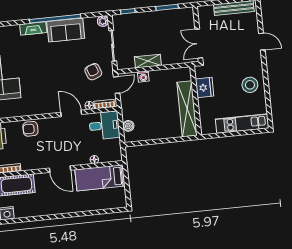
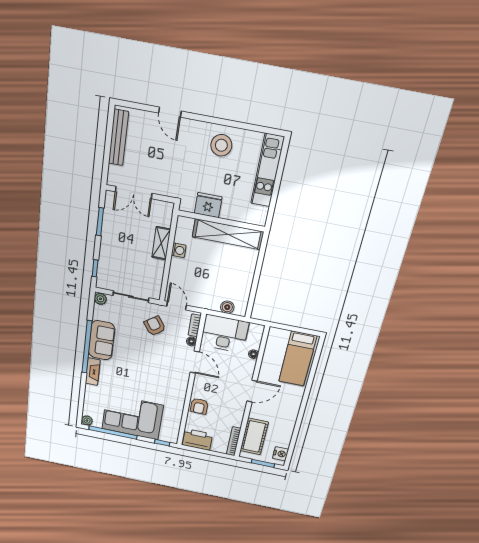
door: (262, 42) -> (170, 112), swing flipped
double door: (199, 44) -> (134, 193), moved
shelving: (148, 61) -> (161, 243), moved
armchair: (93, 72) -> (155, 326), turned 74
washing machine: (143, 77) -> (179, 250), moved
door: (71, 113) -> (195, 362), swing flipped
desk: (104, 125) -> (224, 334), width x1.37
bed: (100, 178) -> (298, 359), moved

